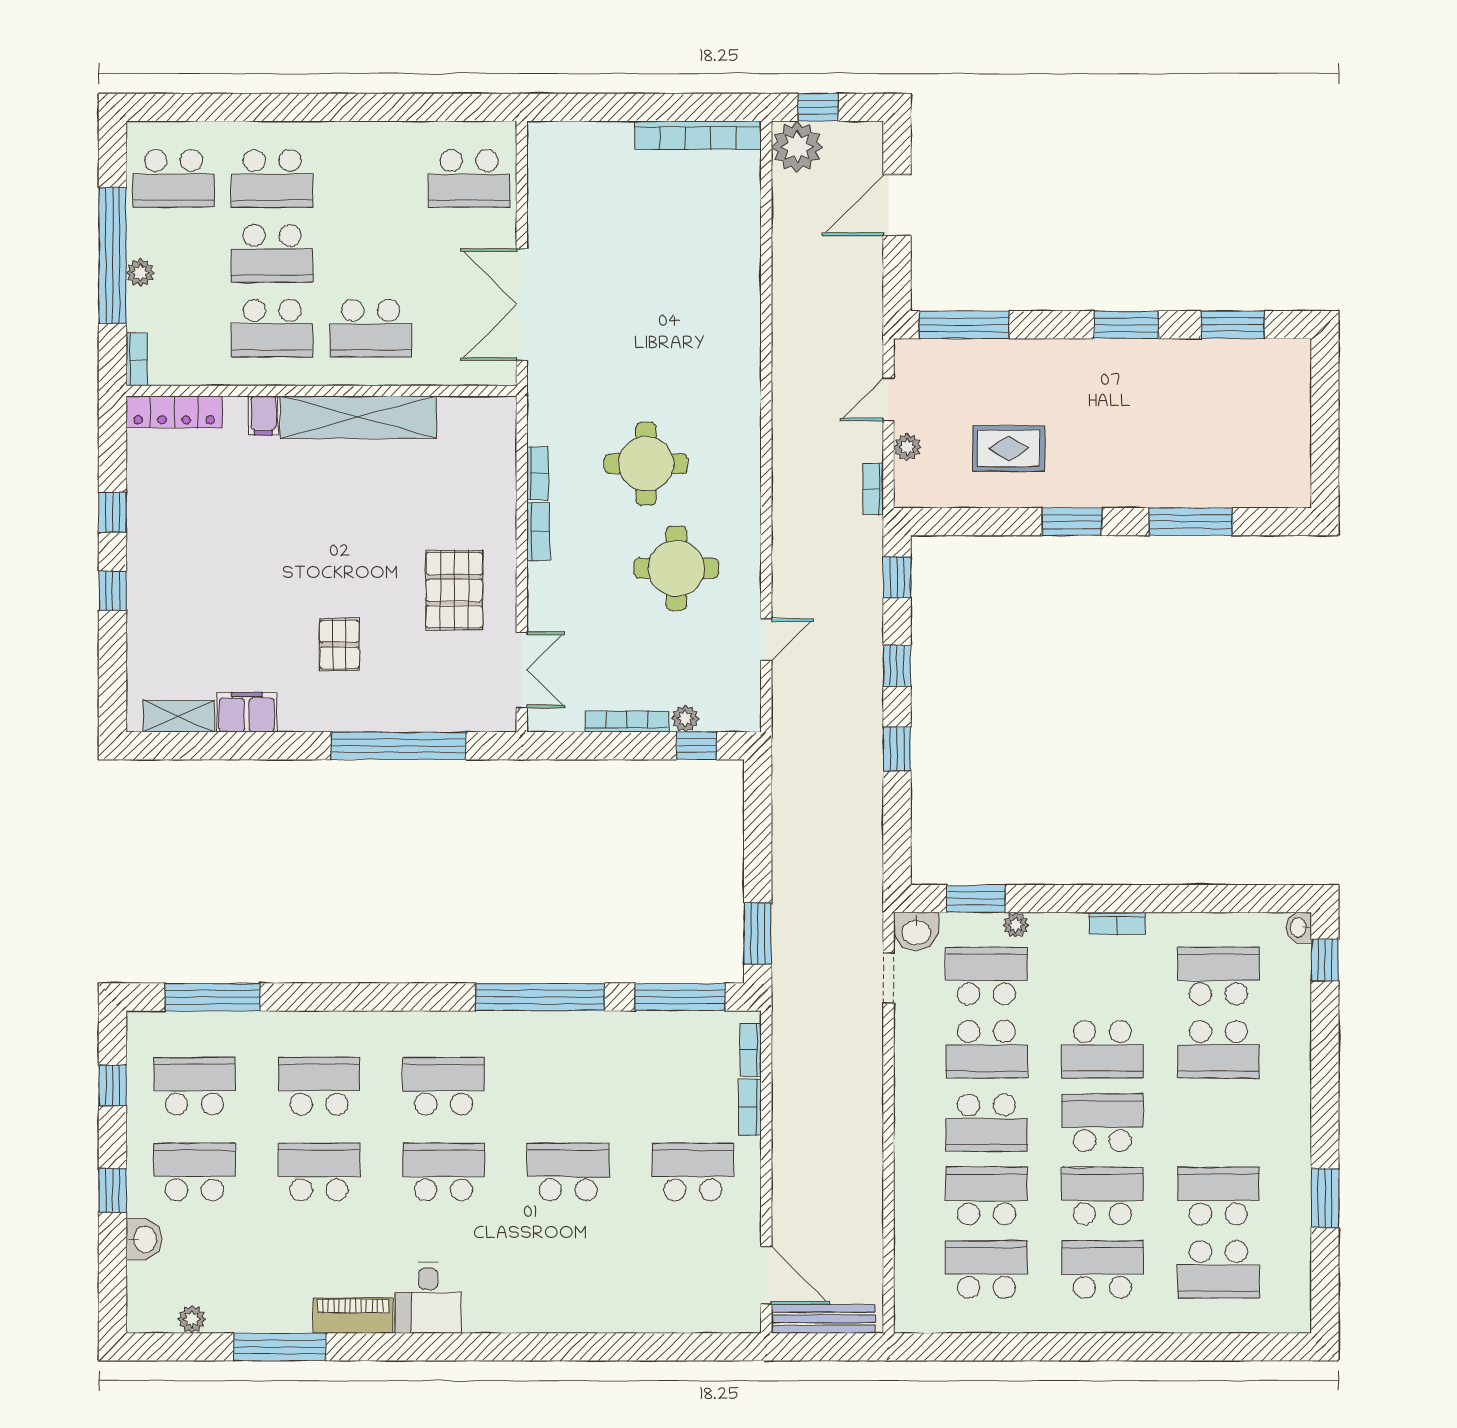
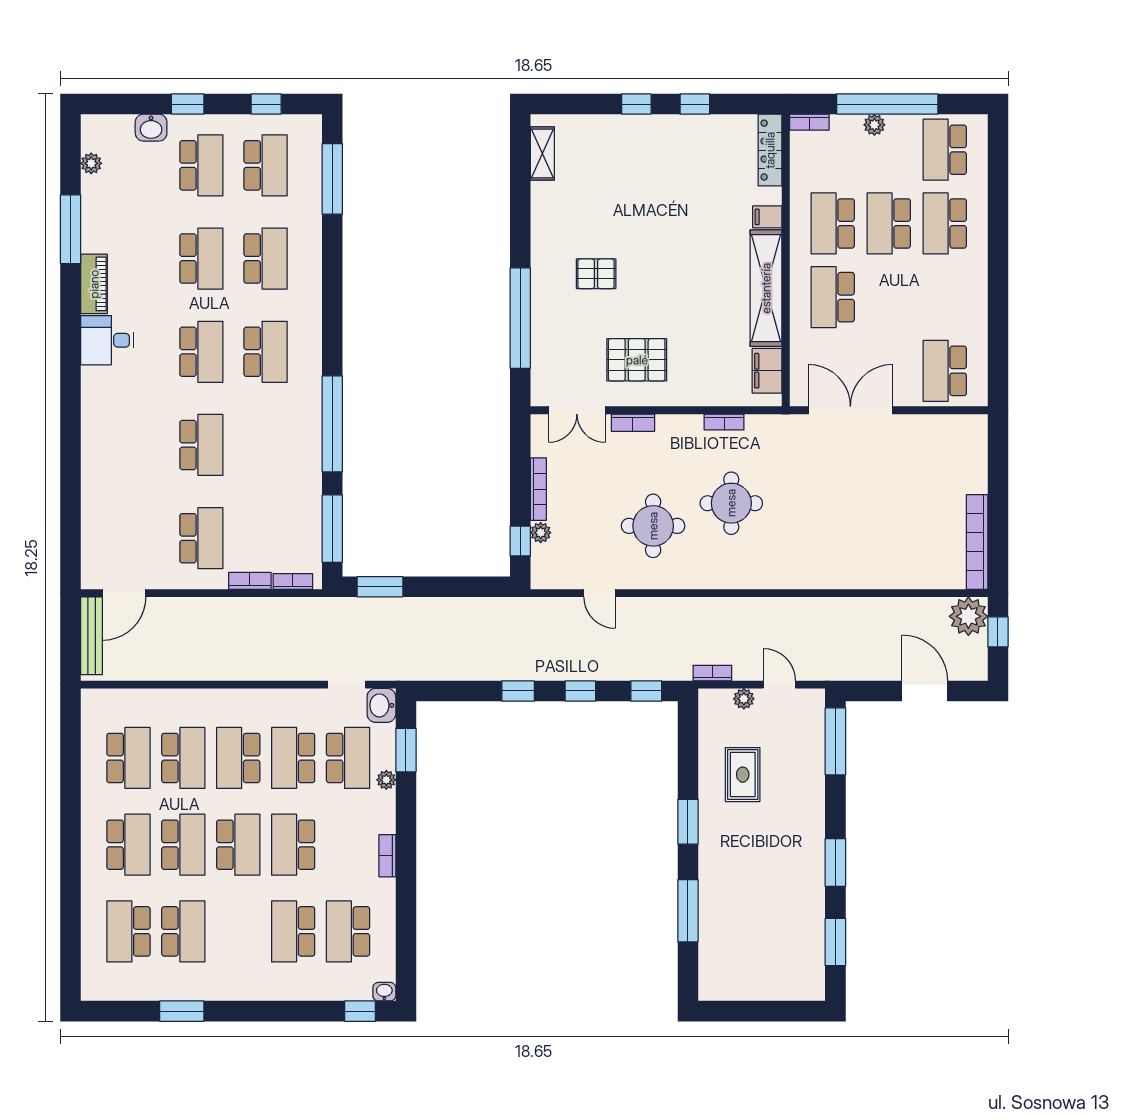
bookcase: (538, 532) -> (633, 423), moved
filing cabinet: (247, 712) -> (767, 371), moved, turned 180
school desk: (1218, 976) -> (348, 931), turned 180

